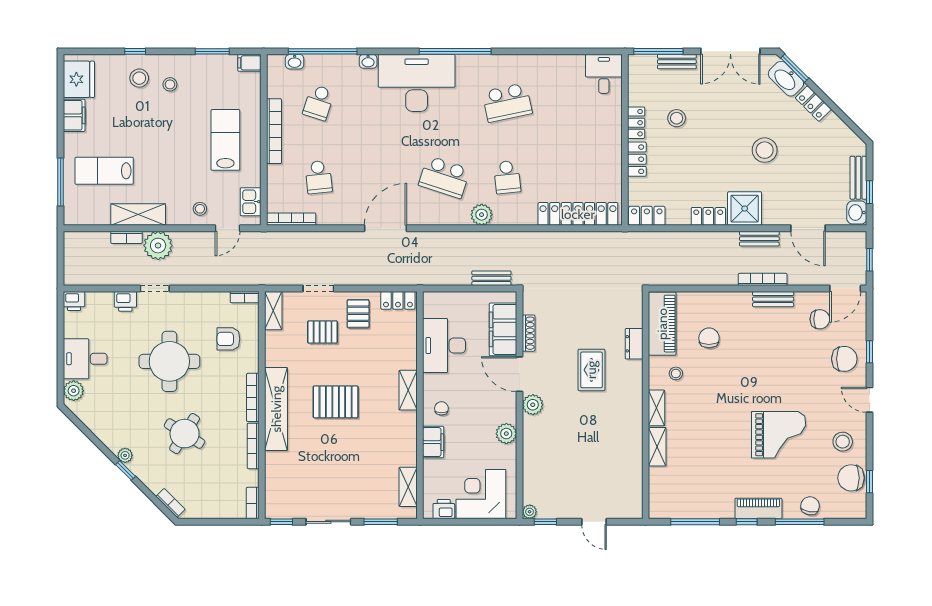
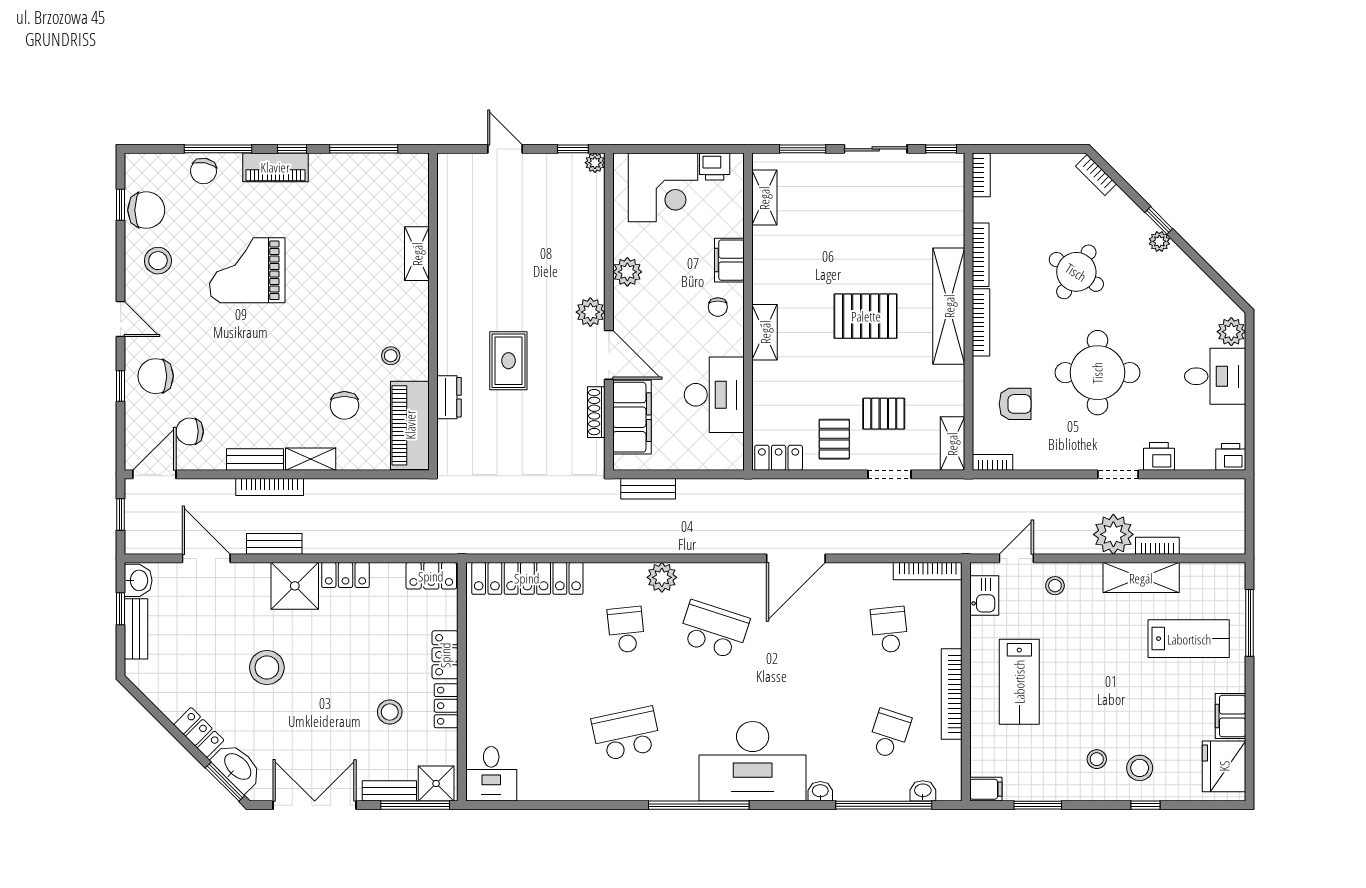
shower: (643, 67) -> (436, 784), added
shelving: (656, 408) -> (311, 459), moved, turned 90

